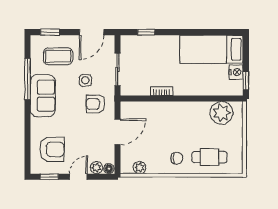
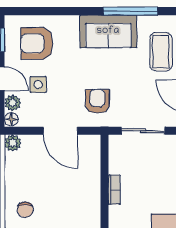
side table: (85, 80) -> (38, 85), moved
armchair: (52, 149) -> (37, 43), turned 90
plant: (140, 168) -> (13, 143), moved

